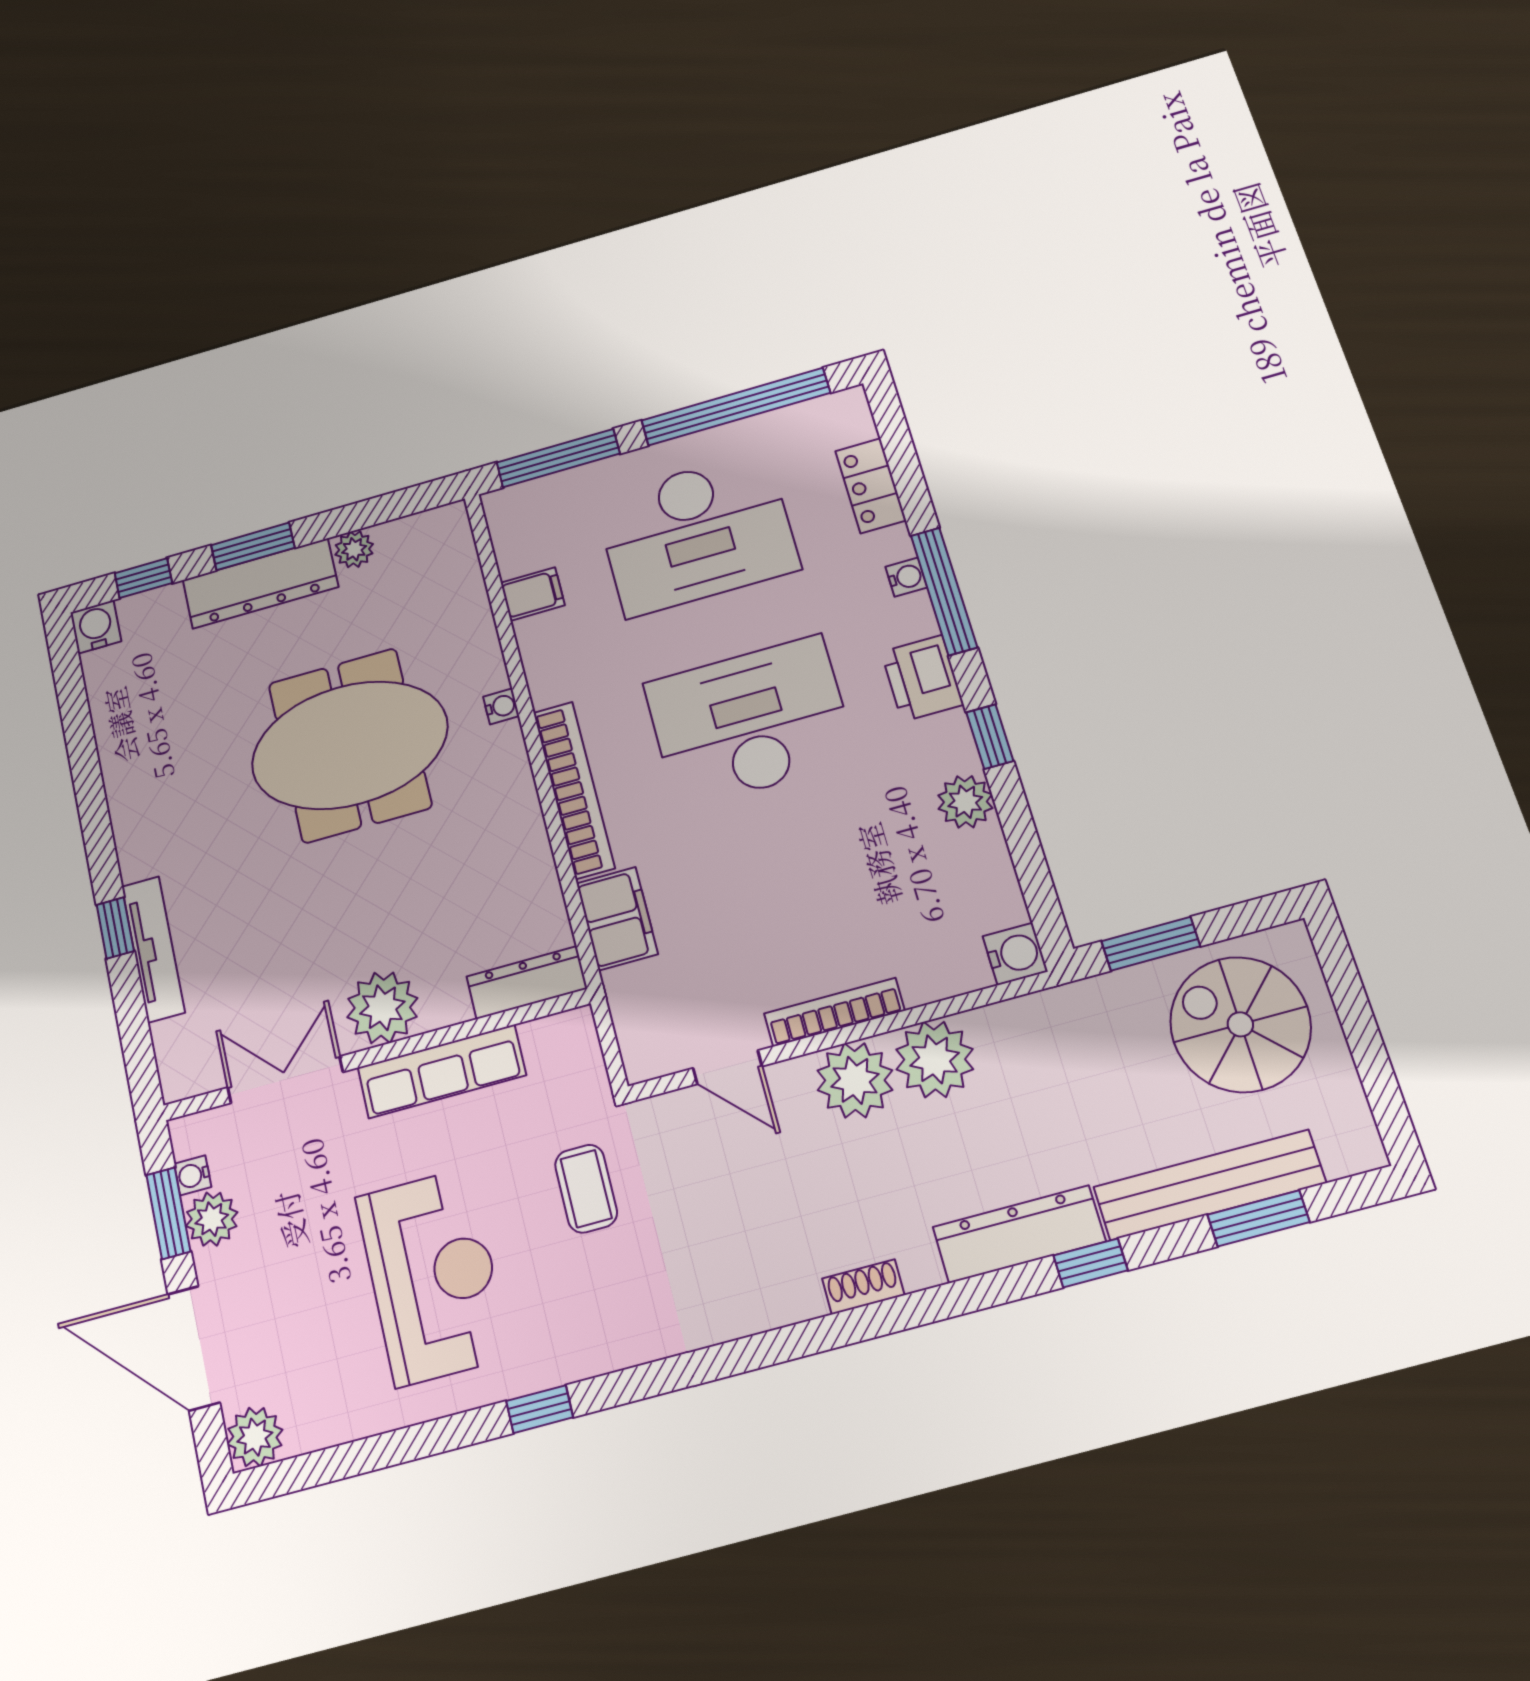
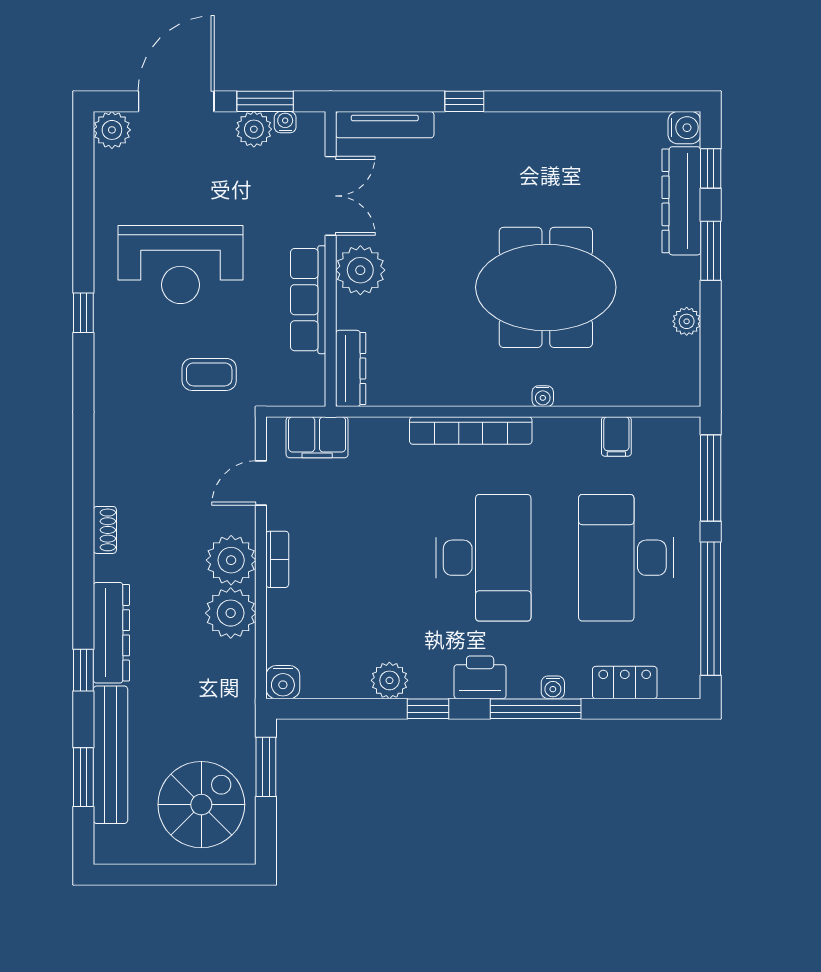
dresser: (260, 583) -> (681, 201), moved
meeting table: (350, 745) -> (546, 287), turned 90
filing cabinet: (617, 919) -> (317, 437), moved
tv unit: (153, 949) -> (385, 125), moved
bookcase: (834, 1012) -> (277, 559), width x0.64

